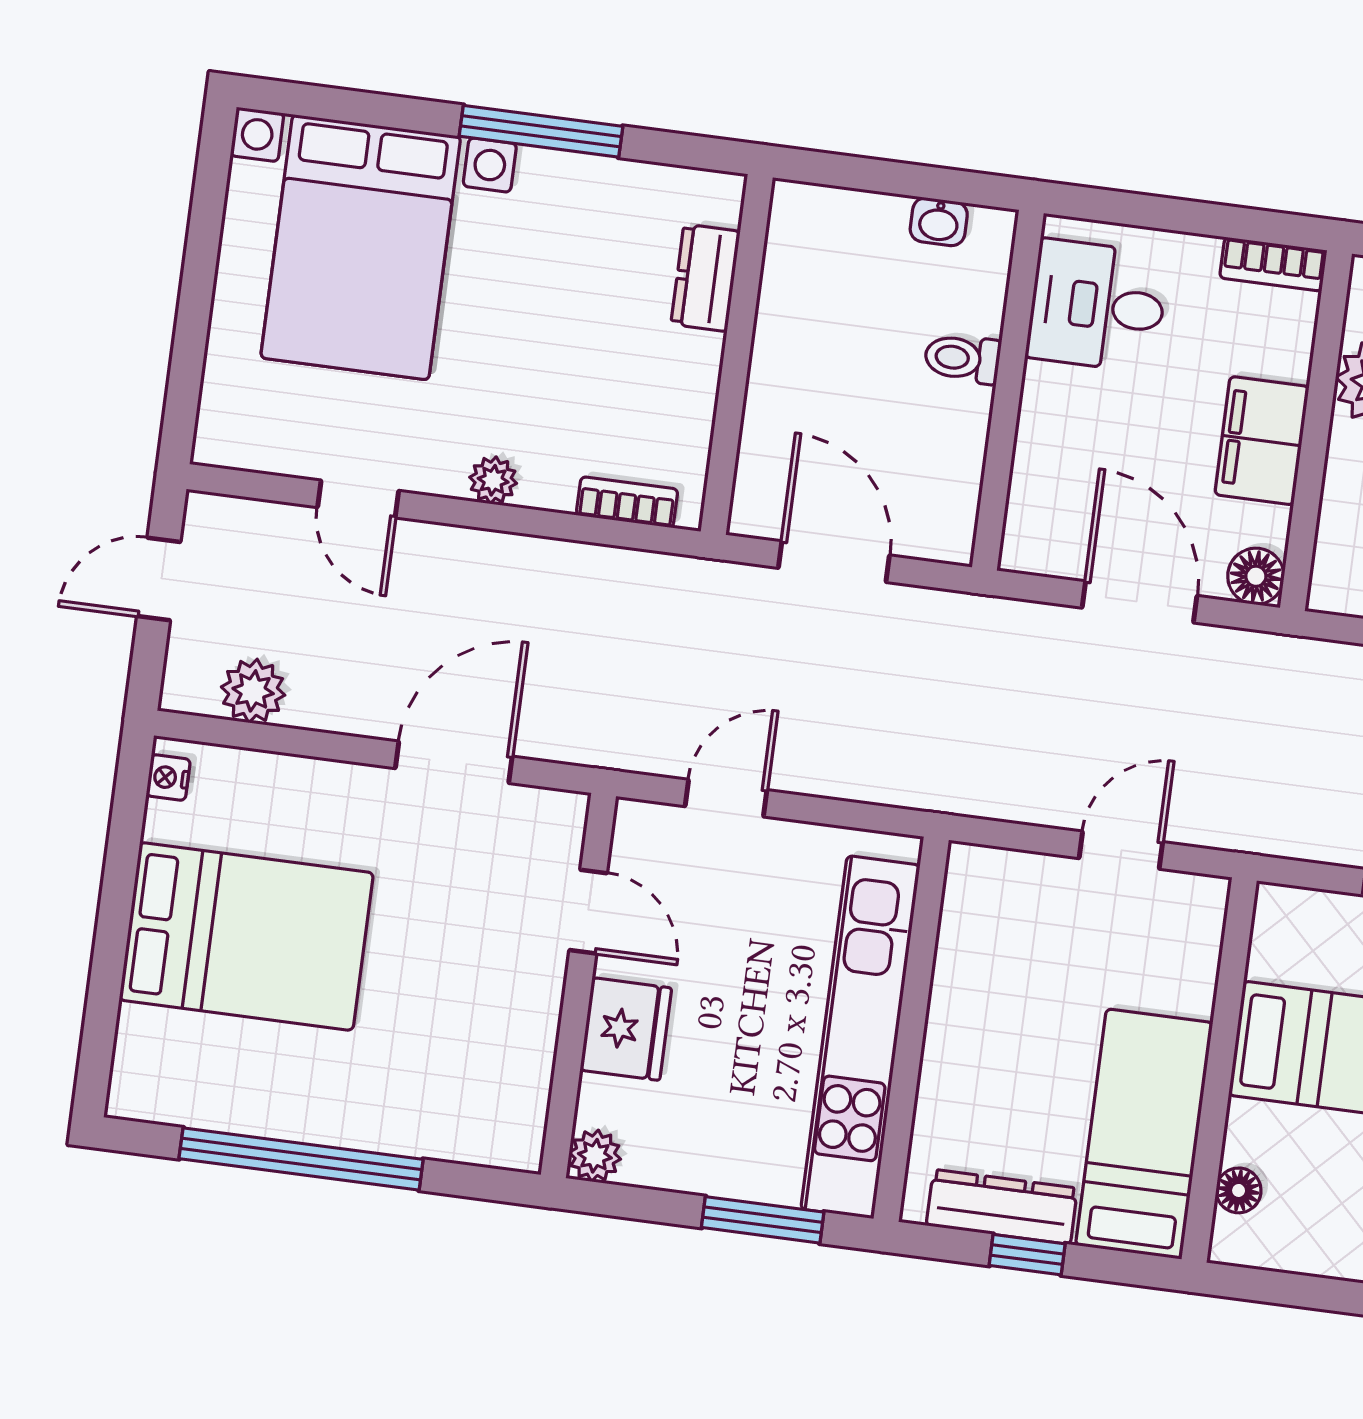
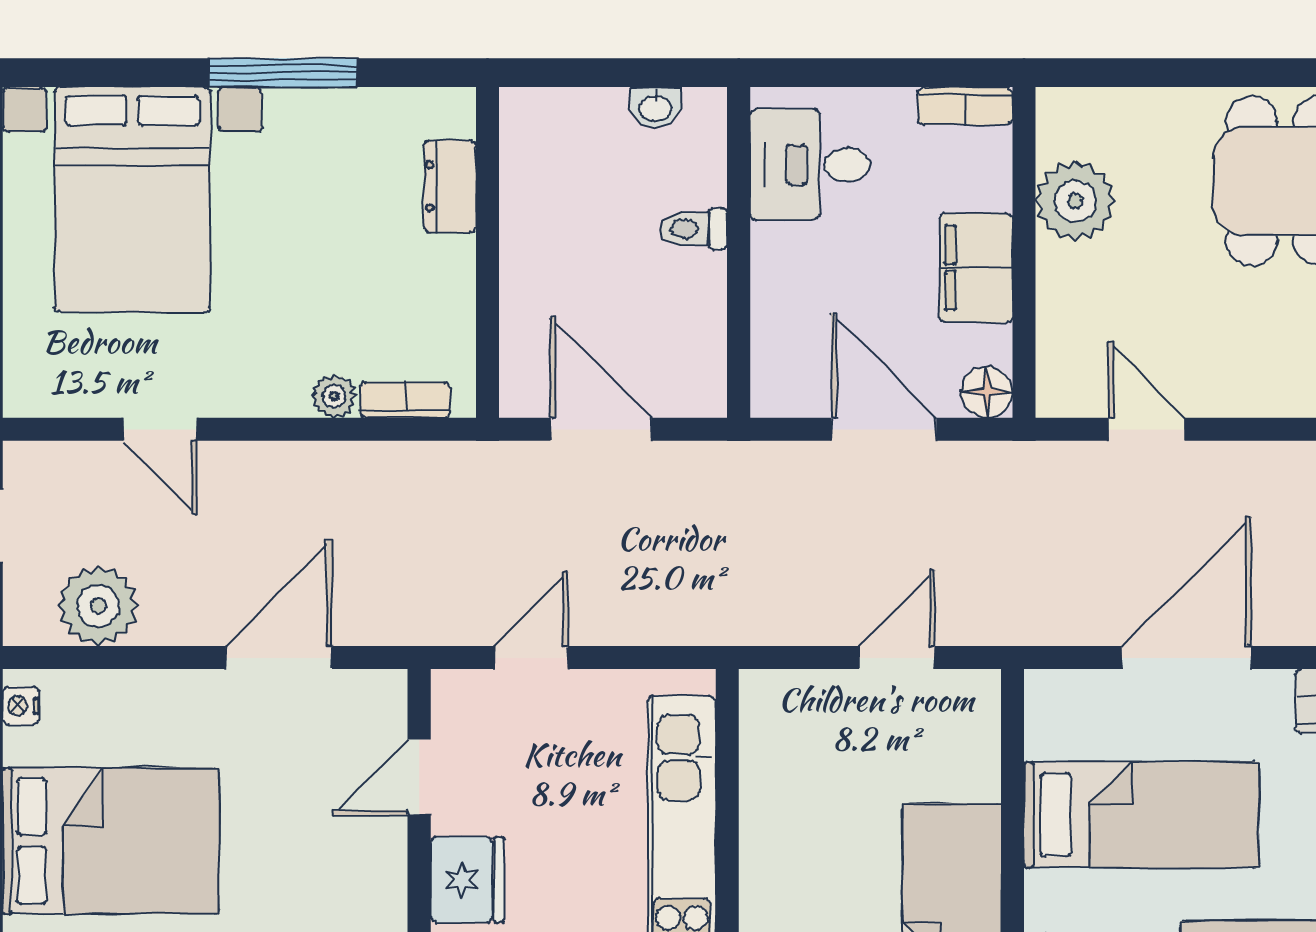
plant: (493, 480) -> (334, 396), moved
plant: (253, 691) -> (98, 606), width x1.36, depth x1.36
door: (588, 912) -> (419, 777), swing flipped

